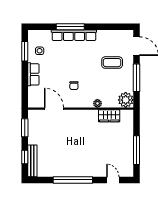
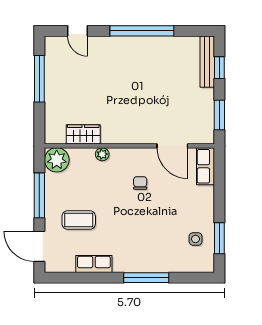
row of seats: (74, 35) -> (94, 264), moved, width x0.50
row of seats: (33, 74) -> (206, 166), moved

